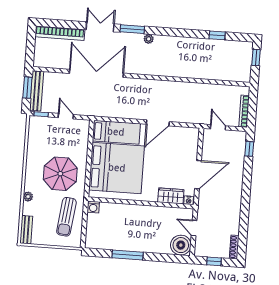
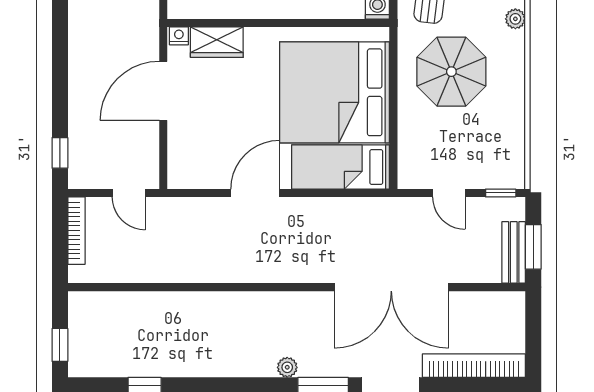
bench: (37, 91) -> (514, 252), width x0.73

